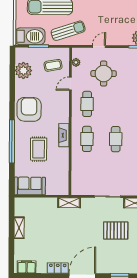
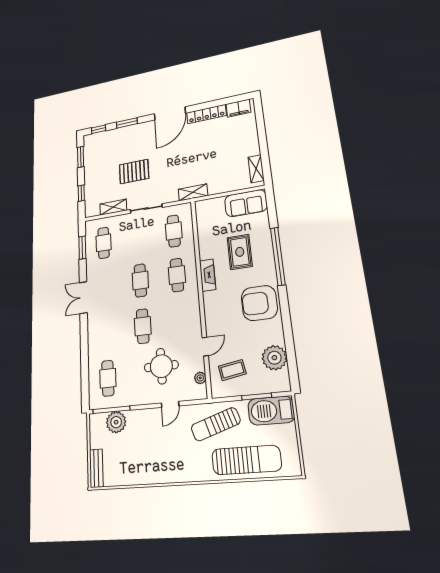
cafe table: (87, 104) -> (143, 326), moved
armchair: (29, 109) -> (259, 303), turned 90
cafe table: (87, 174) -> (174, 231), added
shelving: (19, 228) -> (256, 169), moved
locker: (58, 268) -> (206, 114), width x1.53

